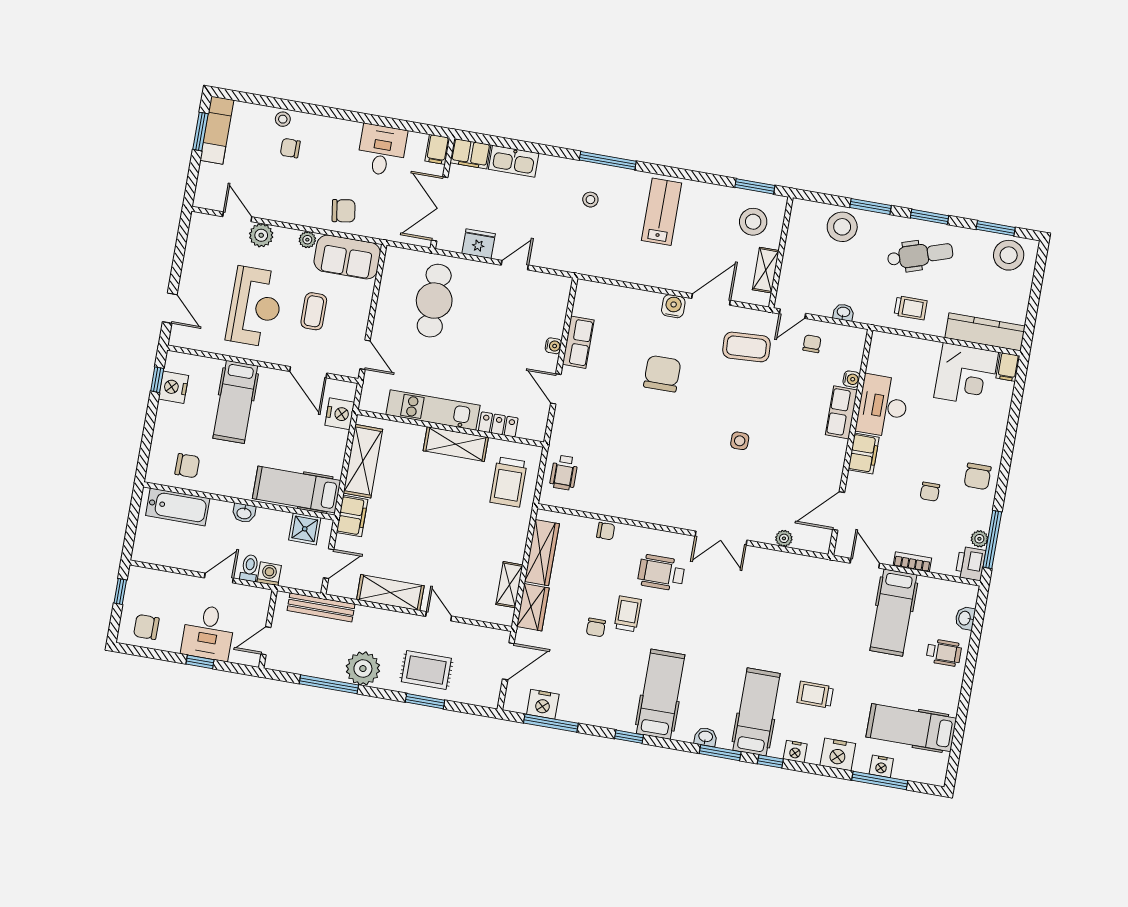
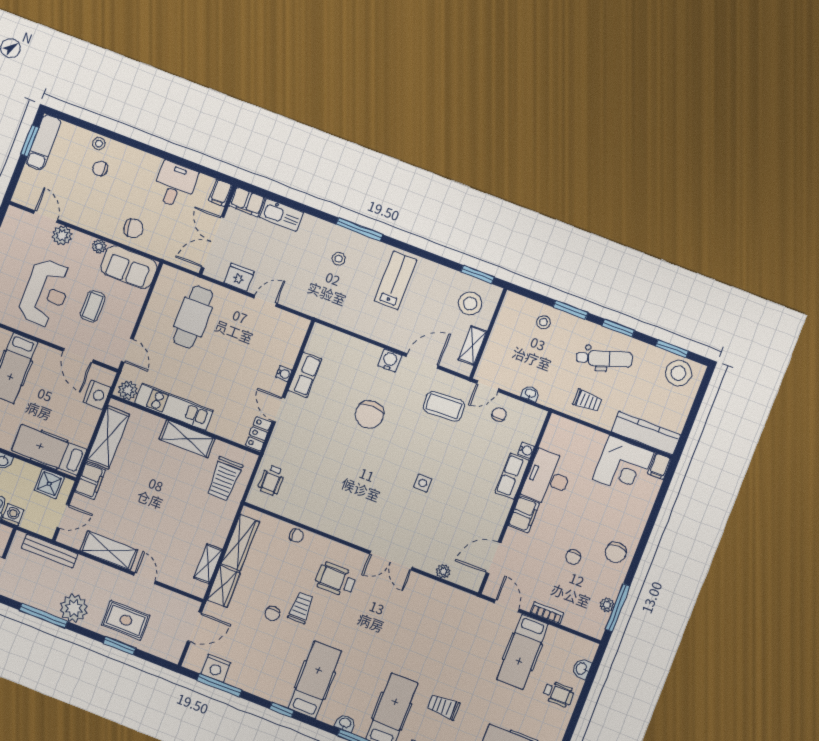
stool: (842, 227) -> (544, 322), width x0.53, depth x0.53
chair: (662, 374) -> (369, 414), turned 180
plant: (375, 401) -> (128, 390), added
locker: (498, 424) -> (258, 434), moved, turned -90
printer: (971, 564) -> (595, 624), removed

